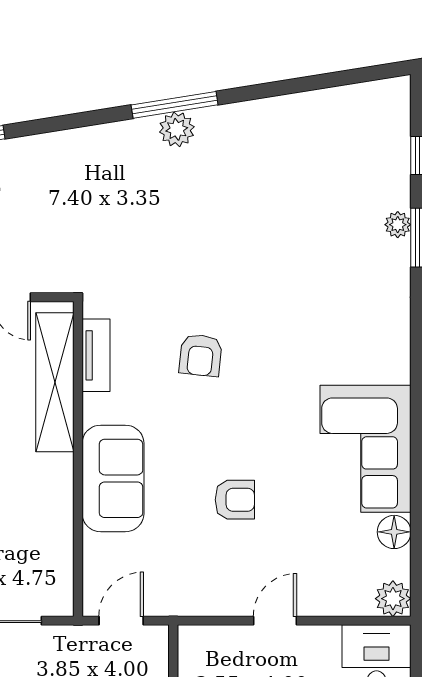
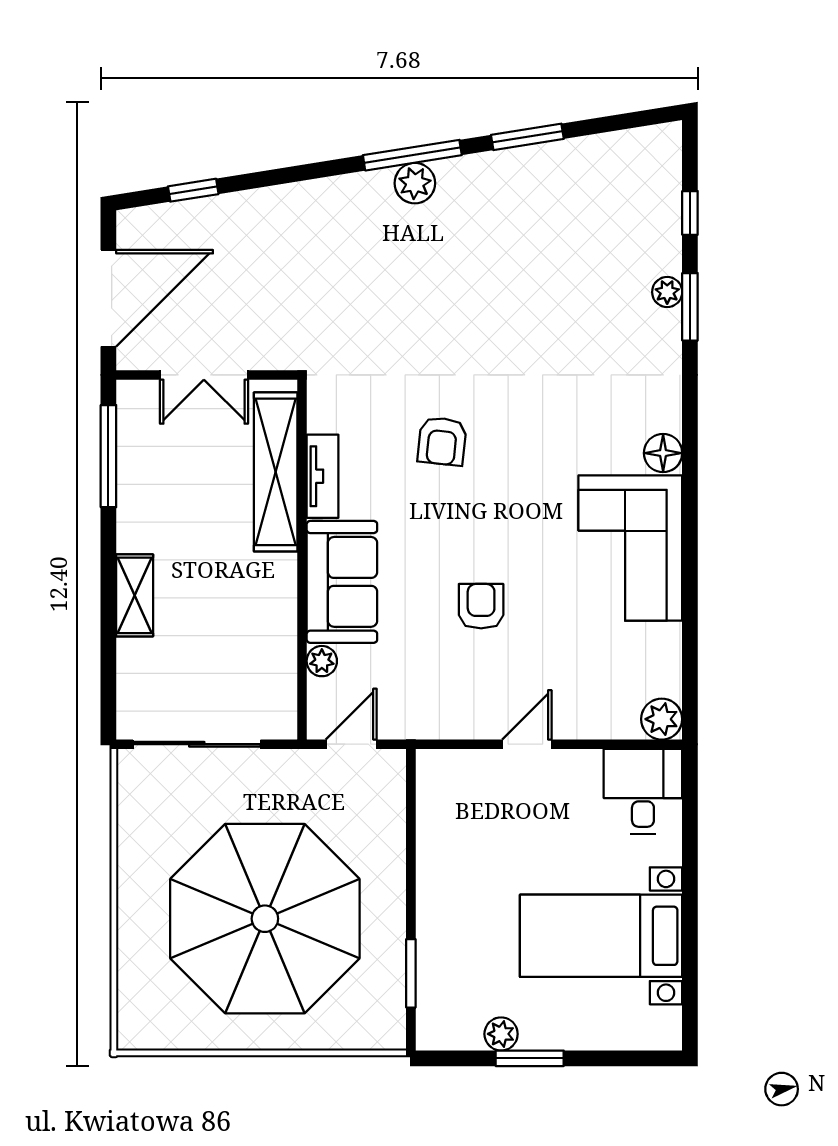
window: (275, 89) -> (527, 137), added
tv unit: (96, 355) -> (323, 476), moved
armchair: (235, 500) -> (481, 606), turned -90
floor lamp: (394, 532) -> (663, 453), moved
plant: (95, 548) -> (322, 661), added

